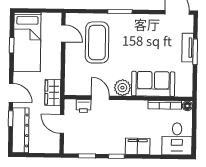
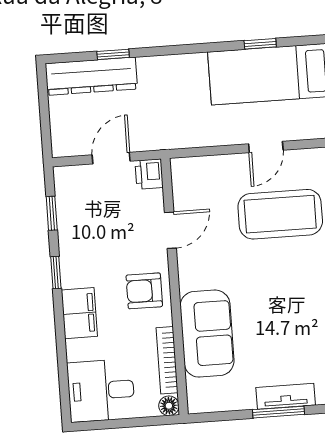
door: (63, 33) -> (266, 147), moved
plant: (122, 88) -> (194, 273), removed
wardrobe: (53, 92) -> (173, 134), removed
door: (11, 93) -> (164, 51), removed
printer: (84, 106) -> (149, 174), moved
armchair: (129, 113) -> (144, 291), added

